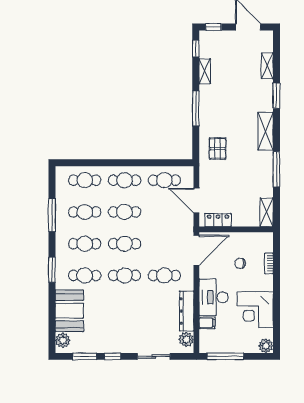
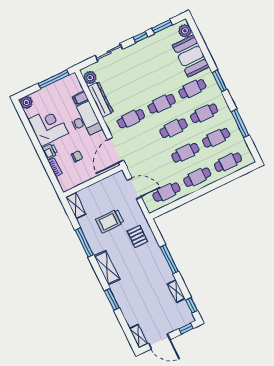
shelving: (267, 66) -> (138, 336), moved
trolley: (239, 179) -> (110, 221), added
locker: (218, 220) -> (110, 182), removed
printer: (266, 283) -> (50, 151), added

